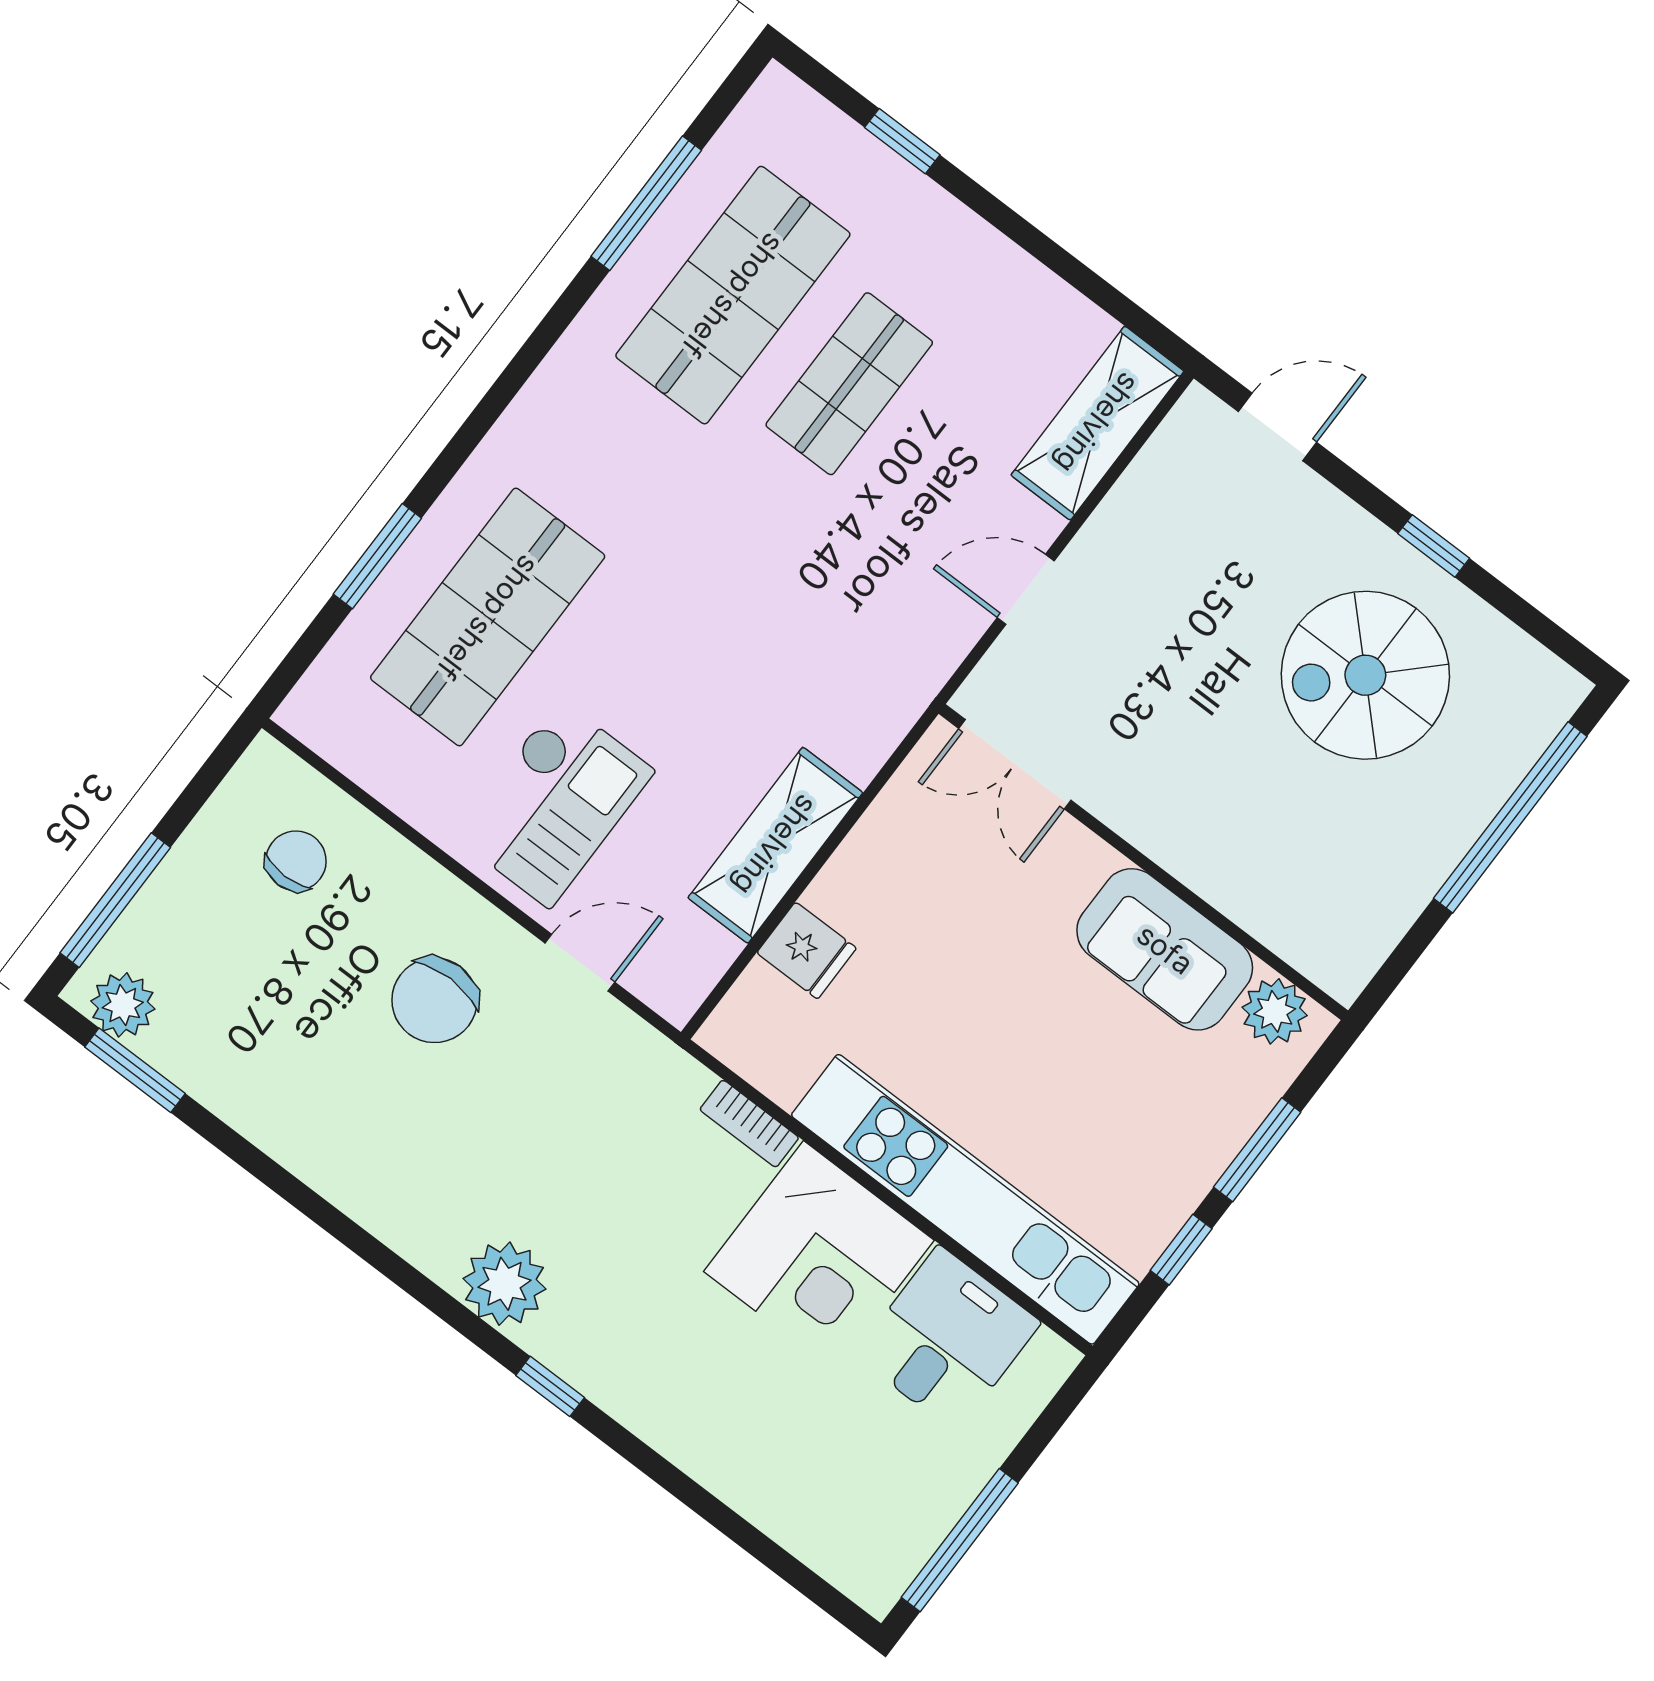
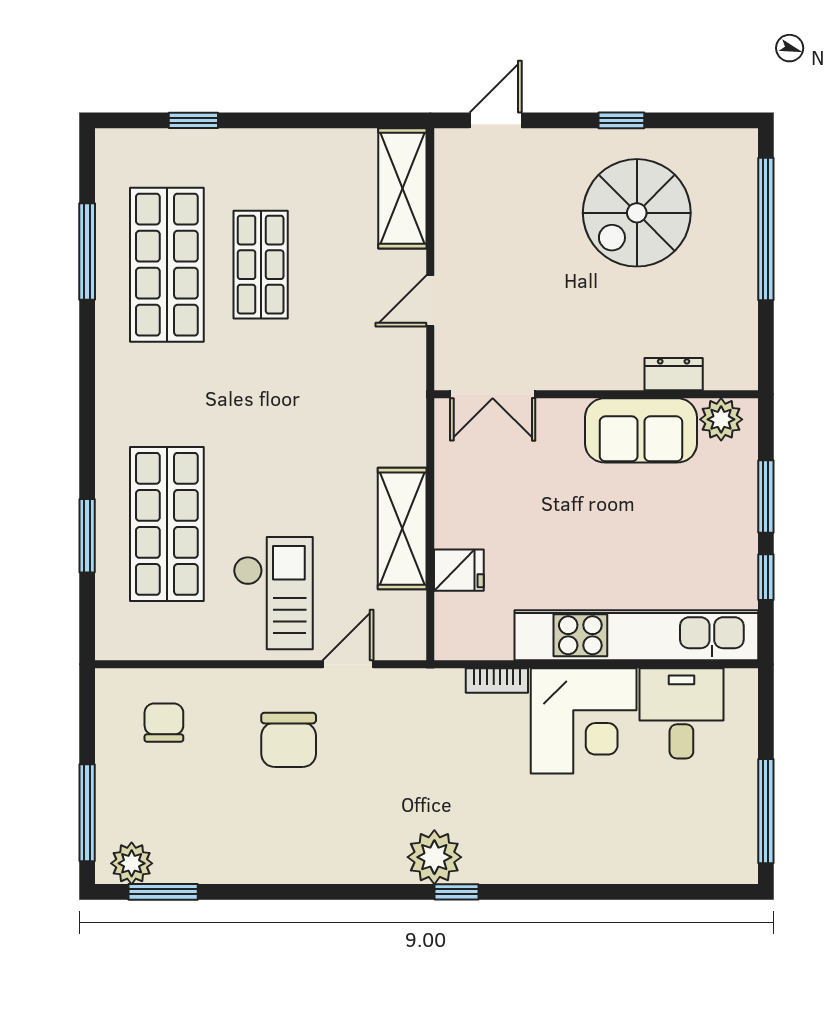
dresser: (1258, 910) -> (674, 374), added
window: (550, 1386) -> (457, 892), moved

